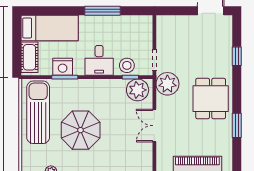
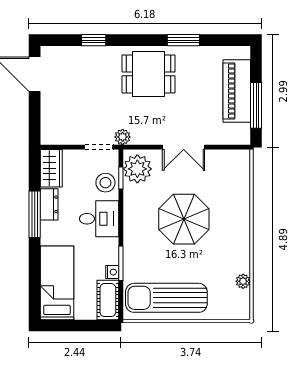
dresser: (110, 22) -> (49, 204), added
wardrobe: (138, 24) -> (51, 168), added
cot: (29, 57) -> (108, 300), moved, turned 90
nightstand: (63, 67) -> (112, 272), width x0.53, depth x0.56
plant: (167, 84) -> (123, 137), width x0.53, depth x0.53
parasol: (81, 130) -> (184, 219), moved

